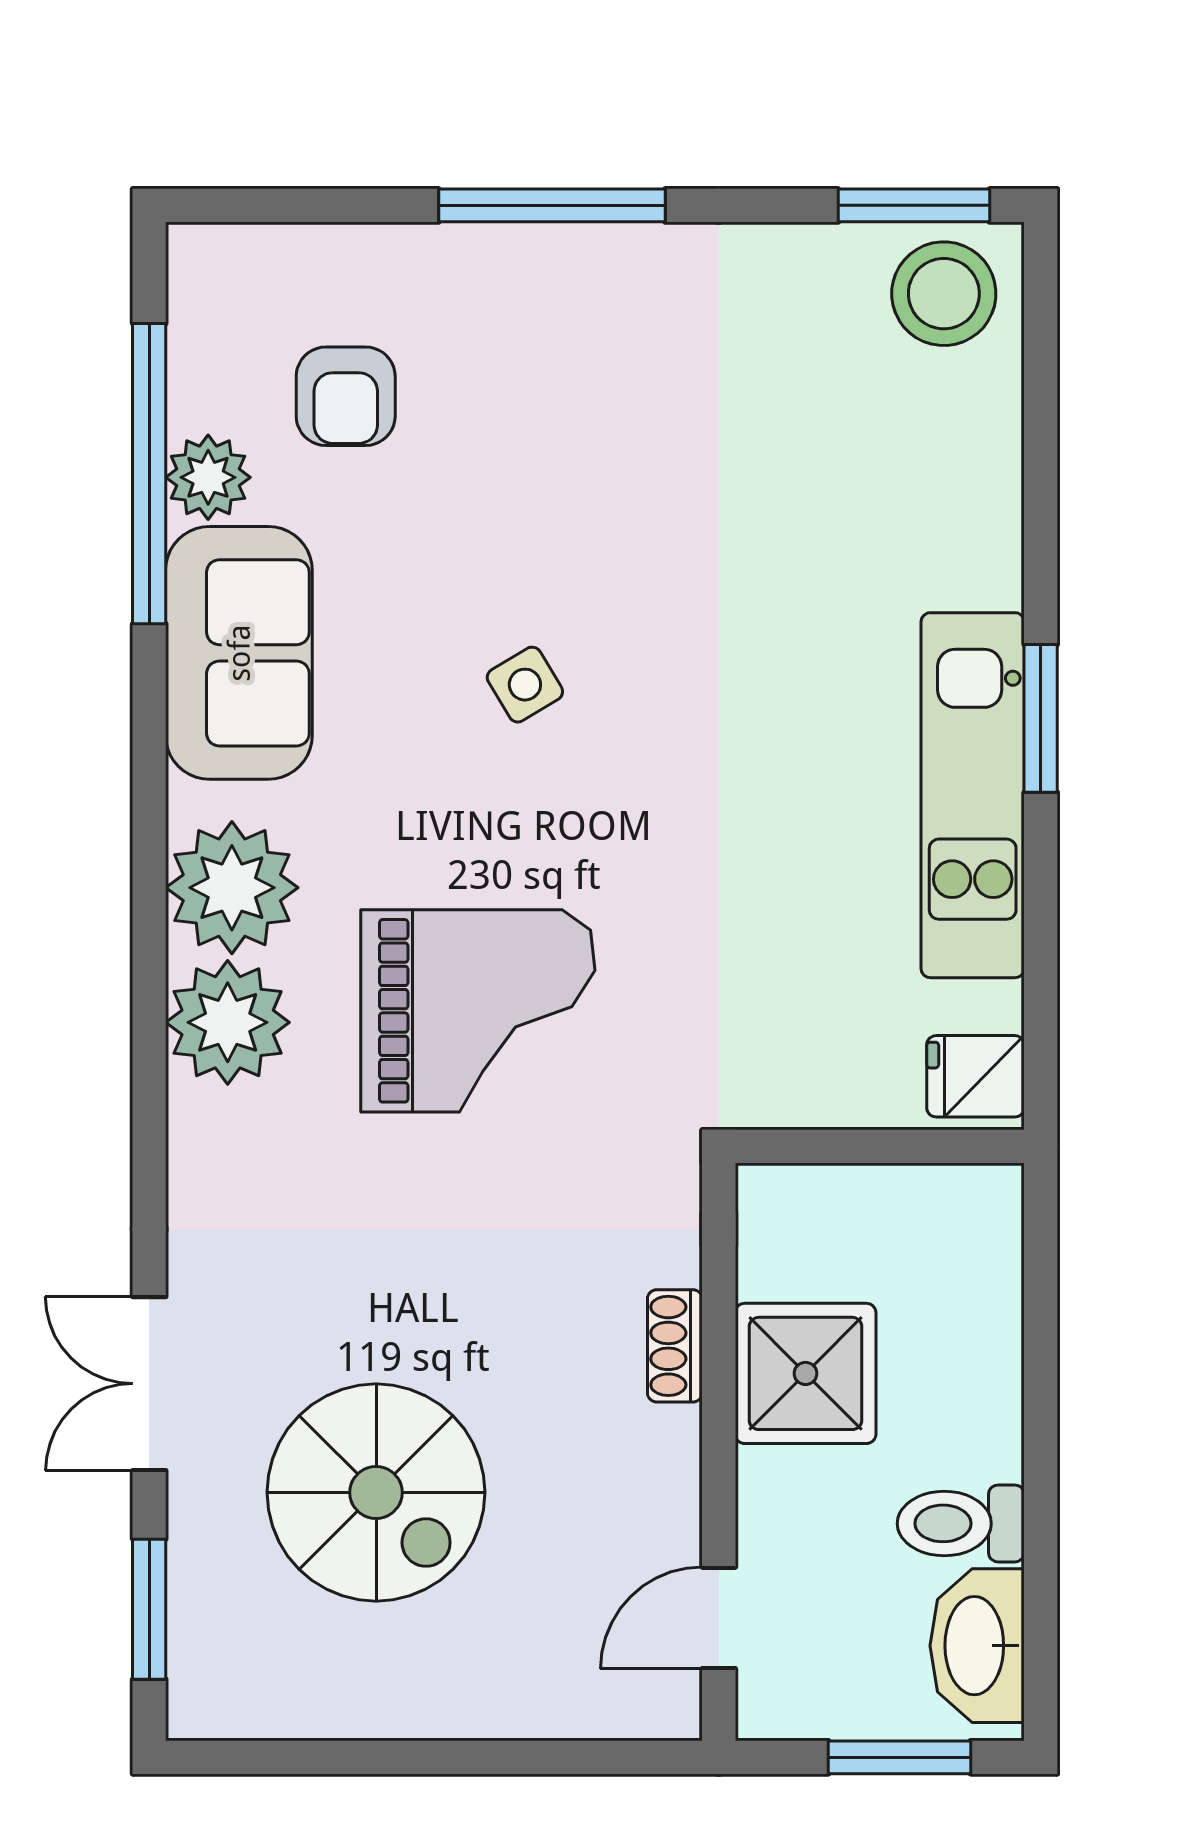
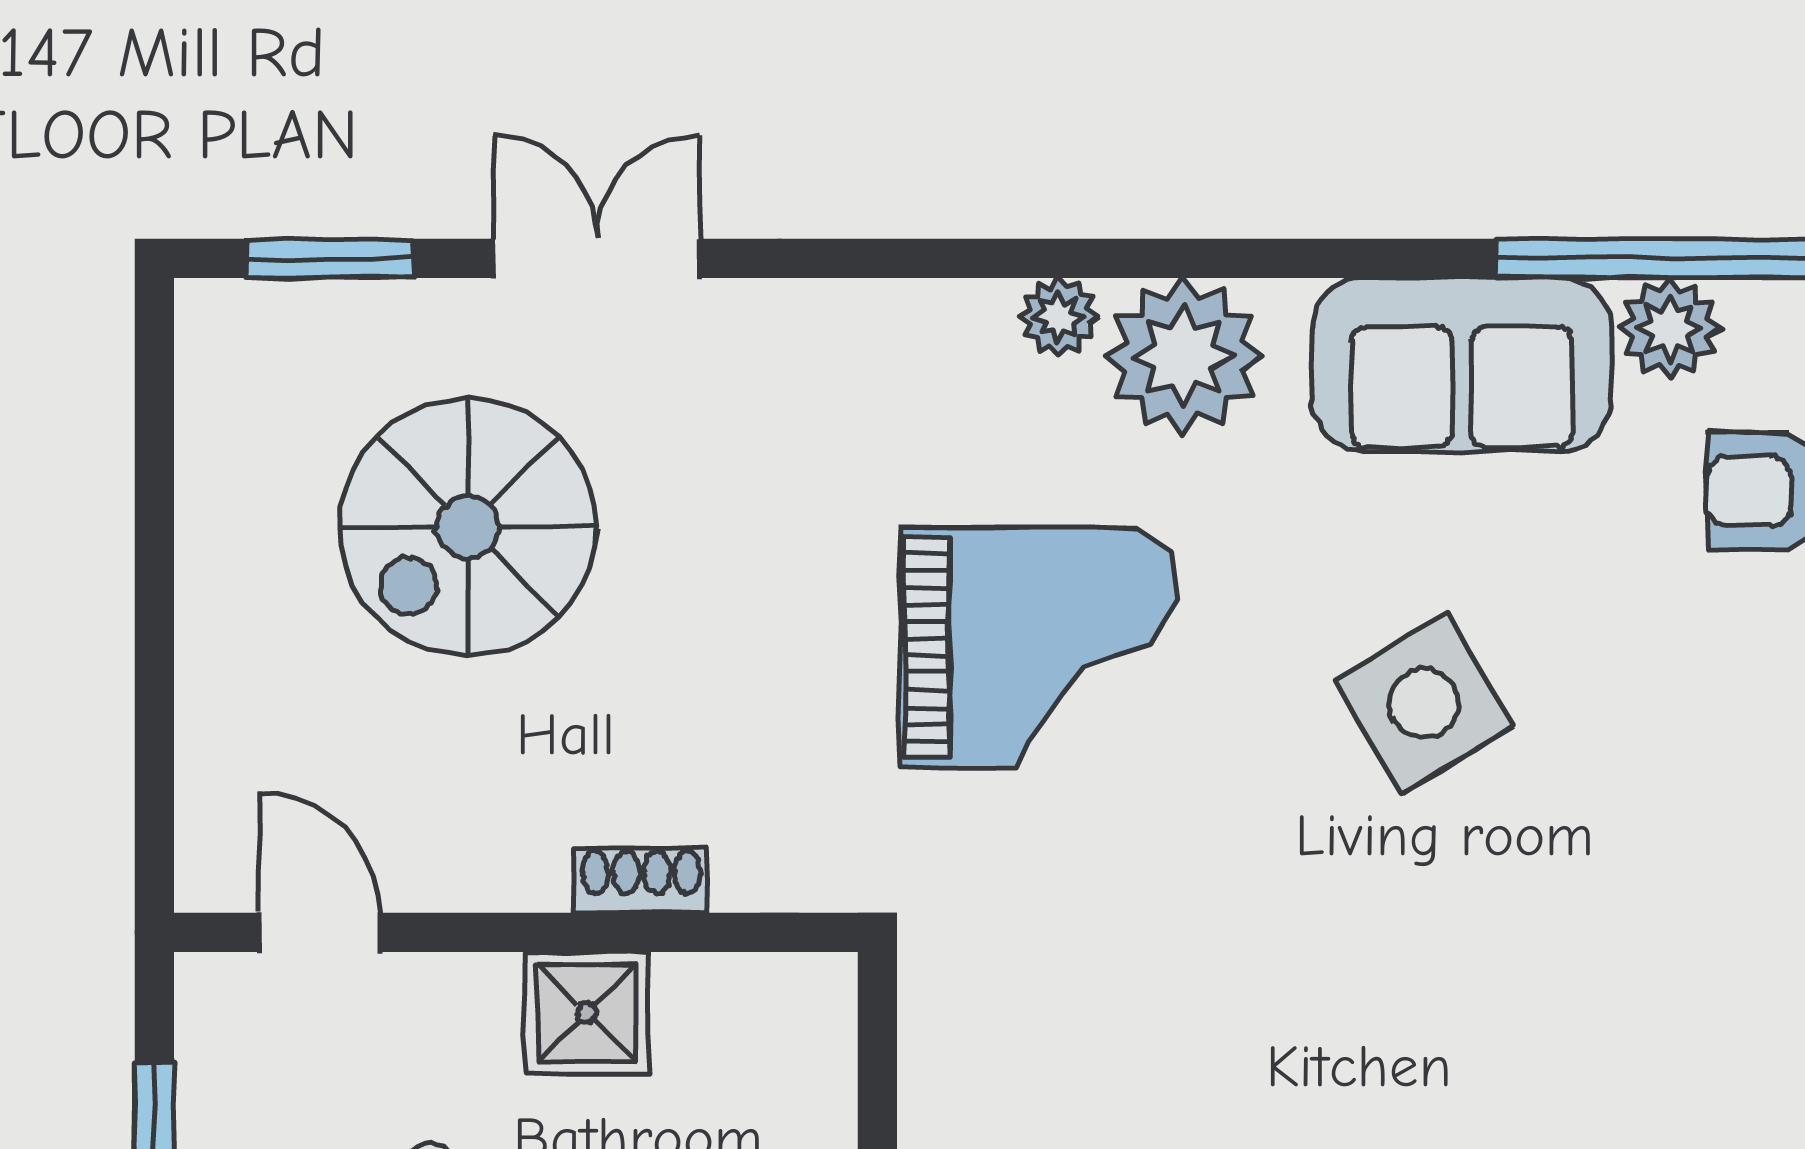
side table: (525, 685) -> (1424, 703), width x1.87, depth x1.87
grand piano: (478, 1011) -> (1038, 647), turned -90
plant: (228, 1022) -> (1058, 317), width x0.53, depth x0.53
shower: (806, 1373) -> (587, 1013), width x0.73, depth x0.73

